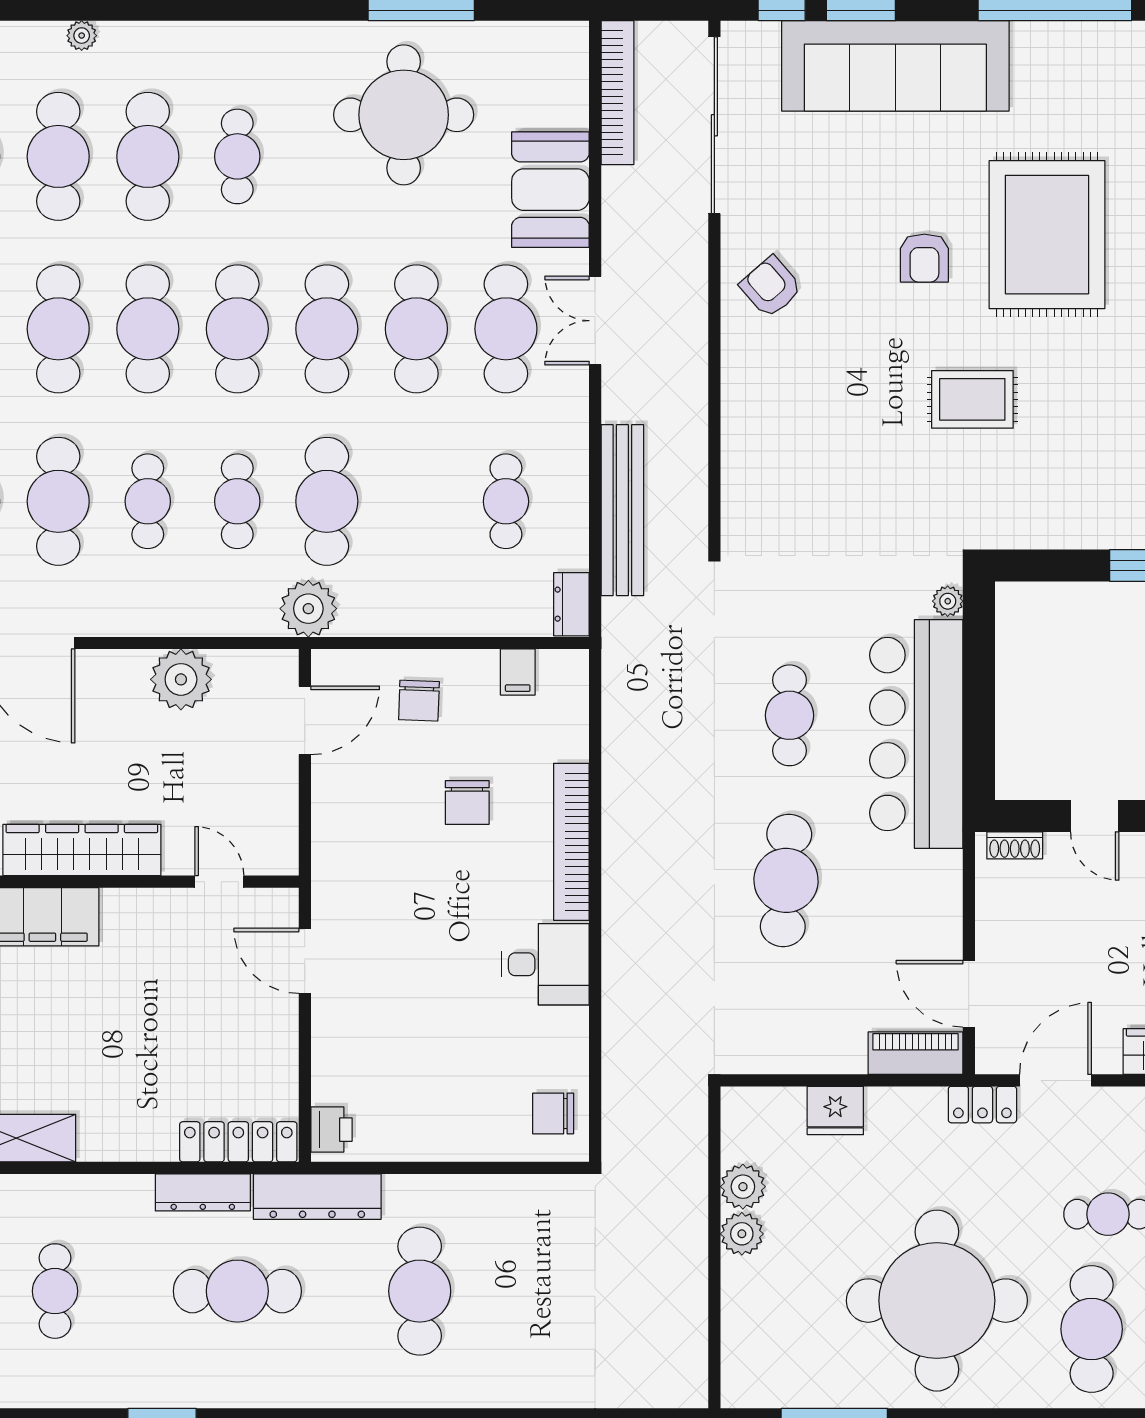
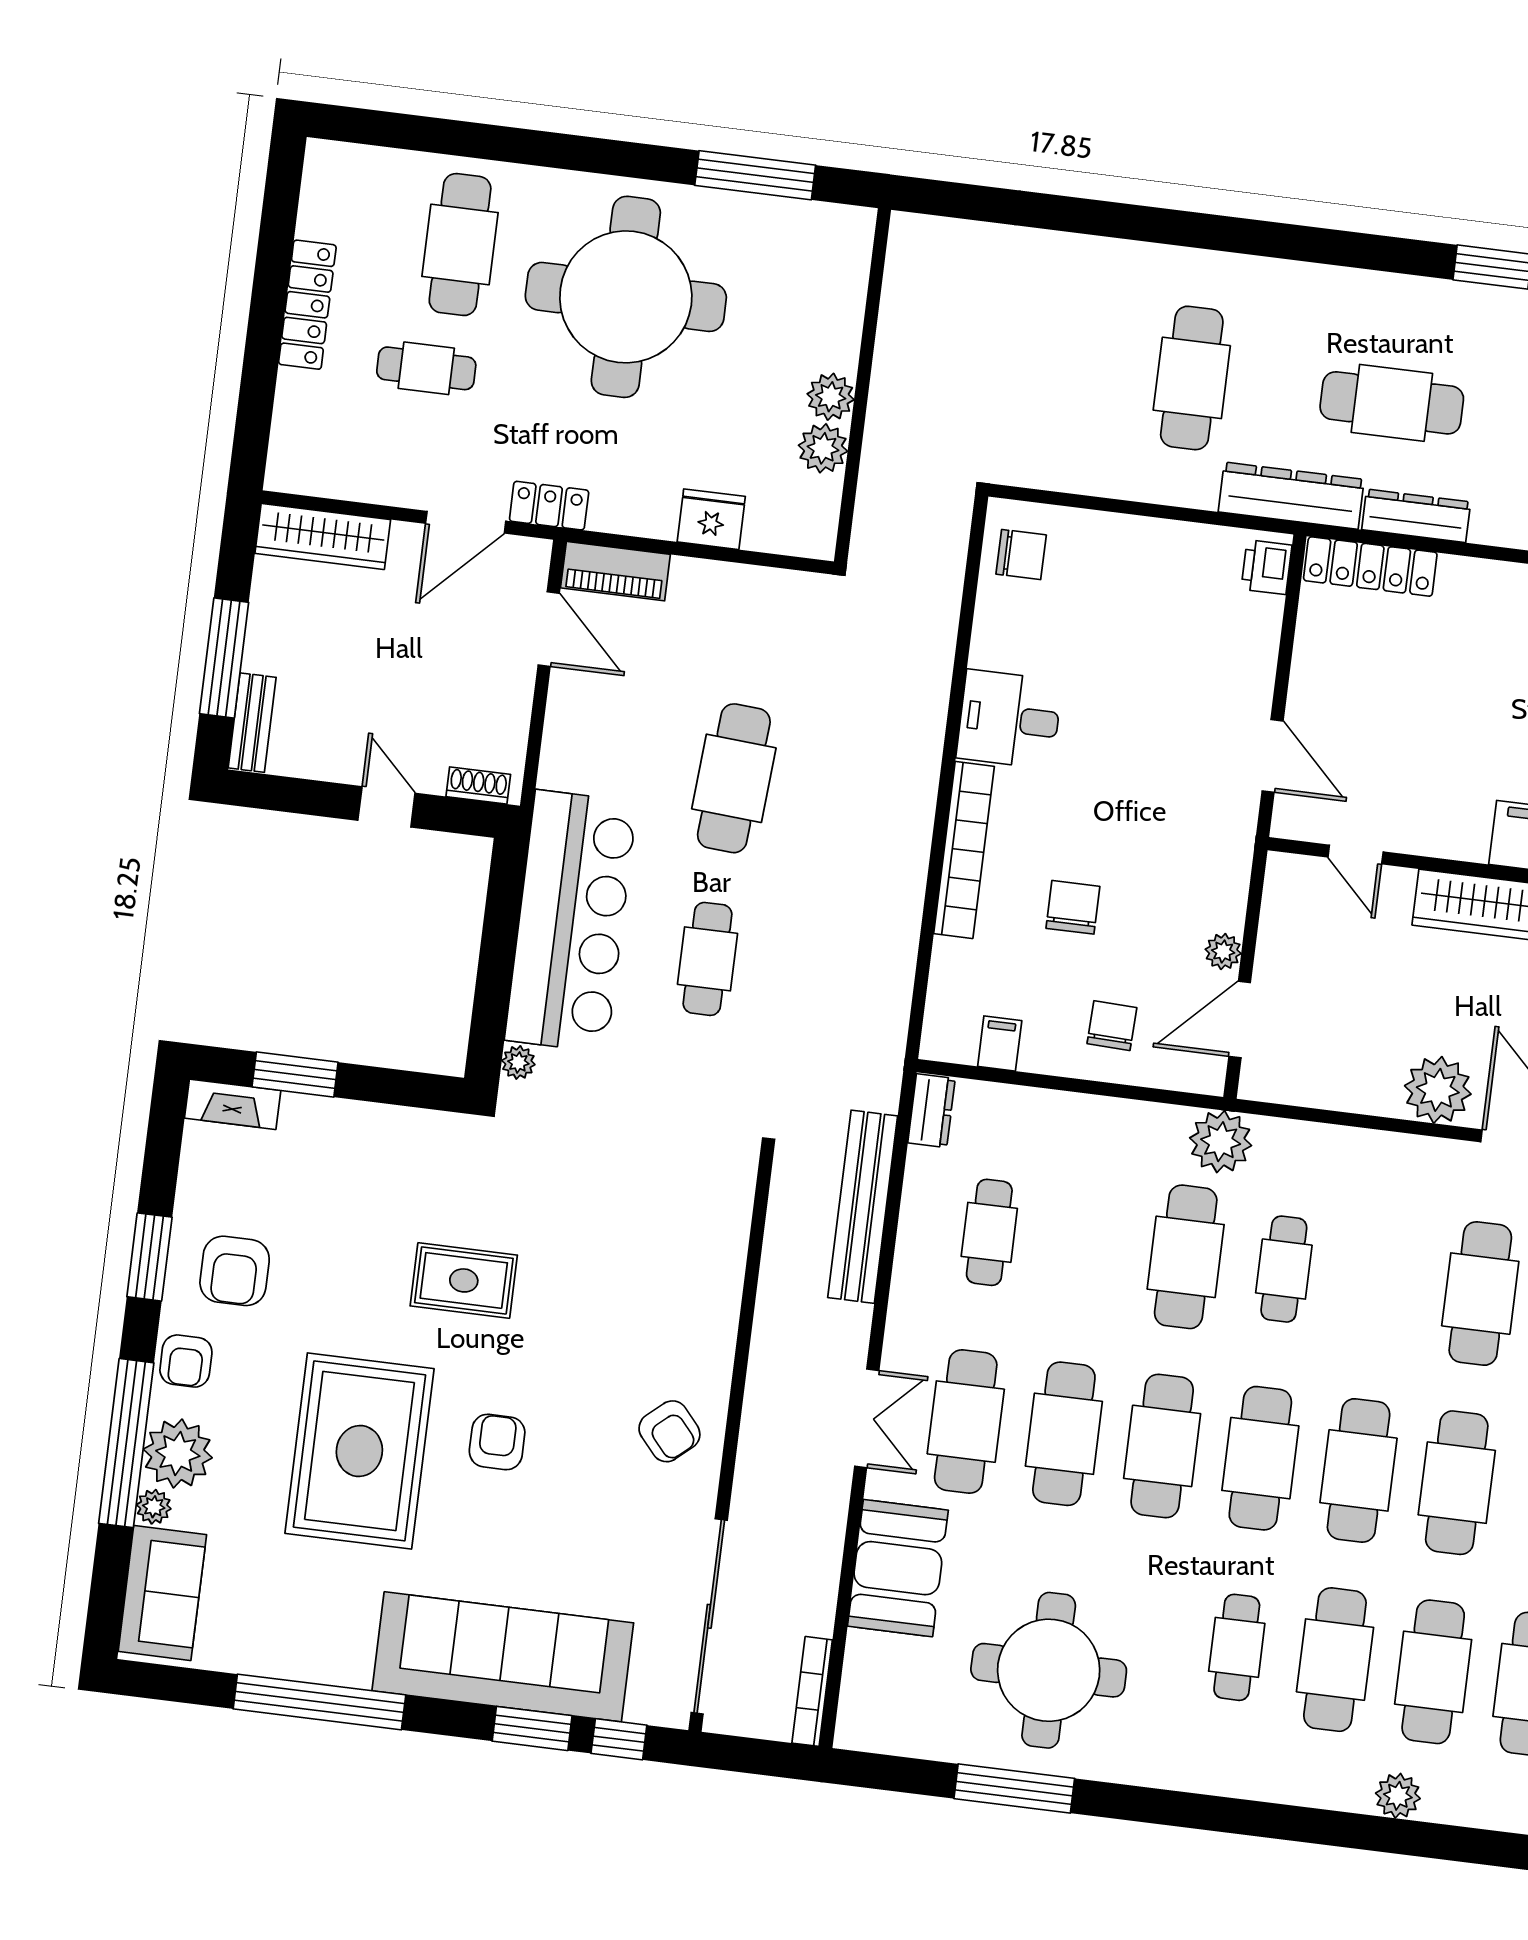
plant: (82, 36) -> (1398, 1796), width x1.38, depth x1.38
bookcase: (617, 93) -> (812, 1691), width x0.68, depth x0.76
cafe table: (148, 501) -> (1382, 1281), removed
plant: (181, 679) -> (1438, 1090), moved
plant: (327, 780) -> (1223, 951), added

